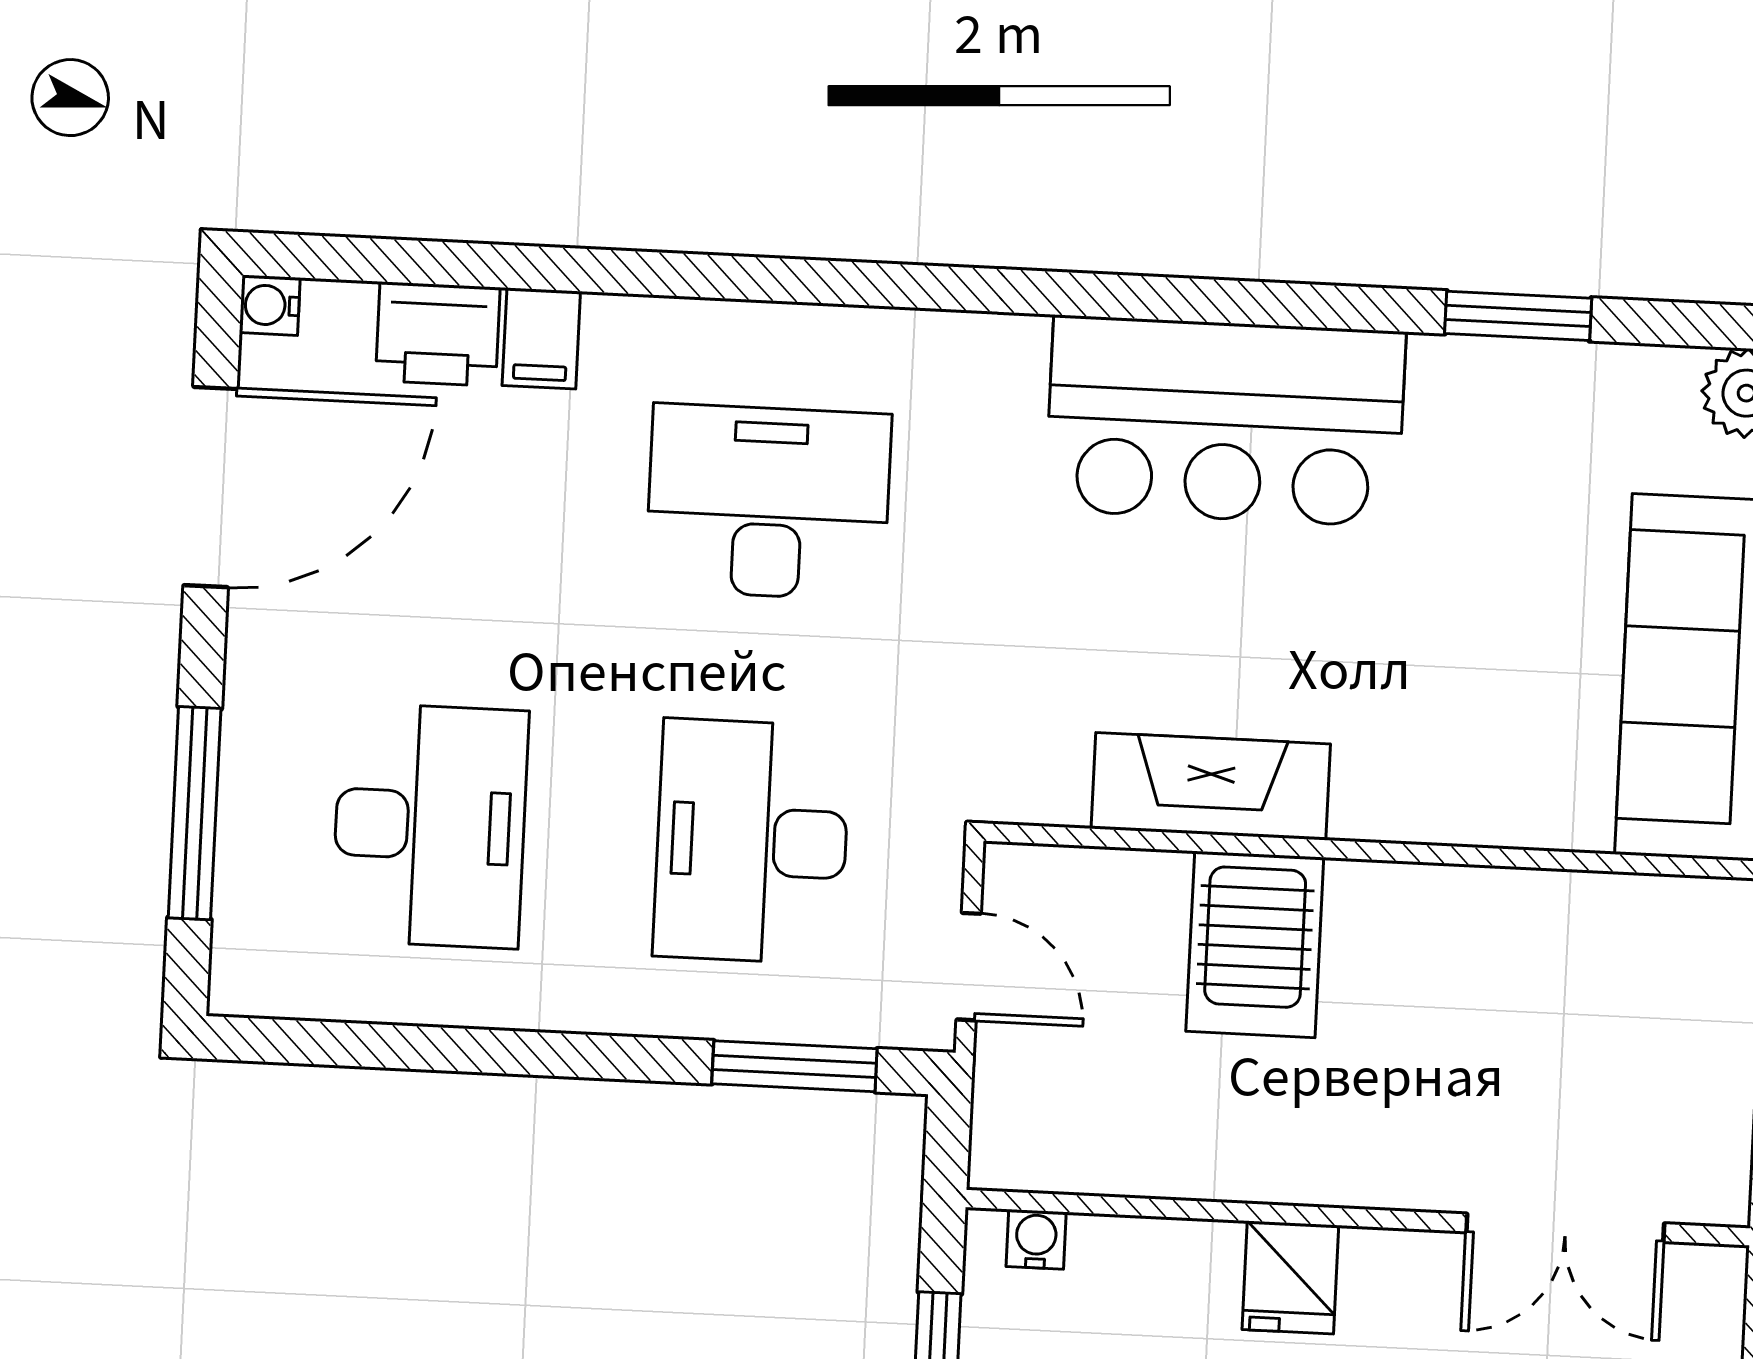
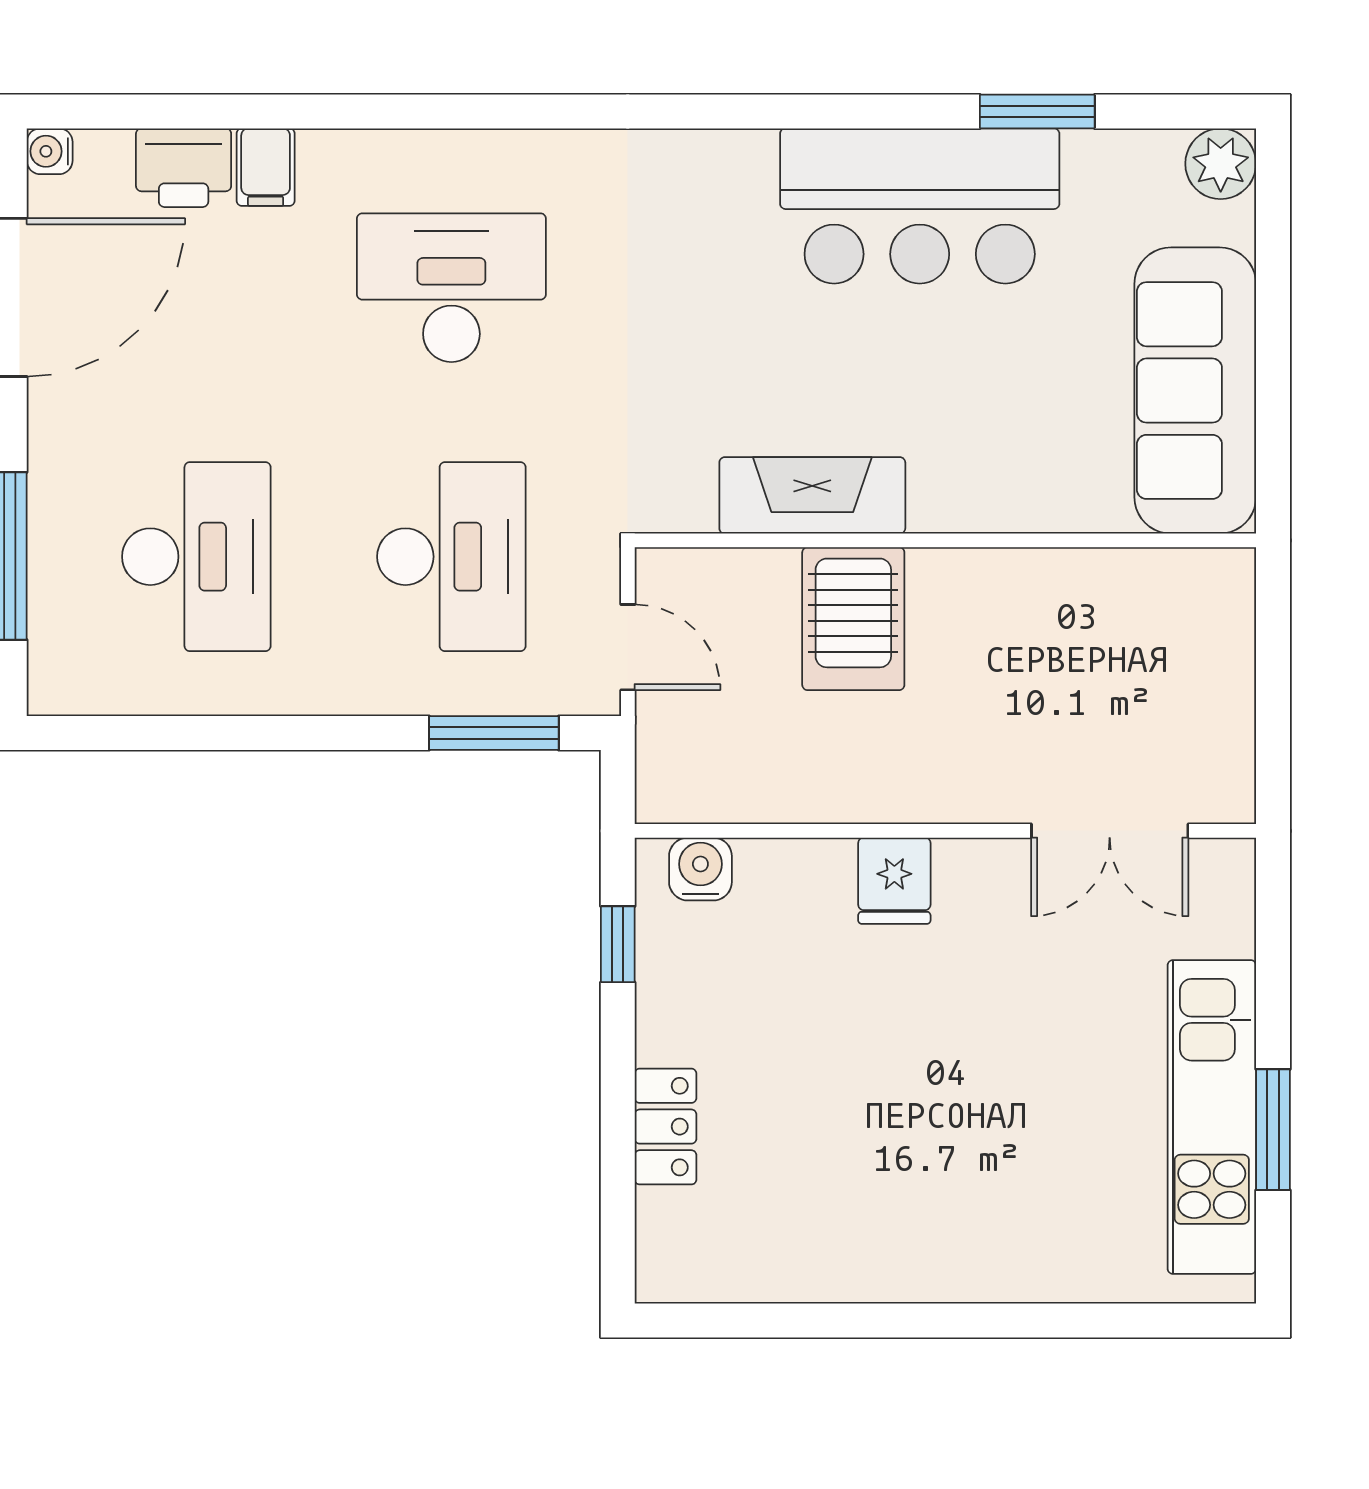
bar counter: (1225, 421) -> (920, 206), moved
desk: (752, 841) -> (451, 557), turned 180
water cooler: (1036, 1239) -> (700, 869), width x1.38, depth x1.38

